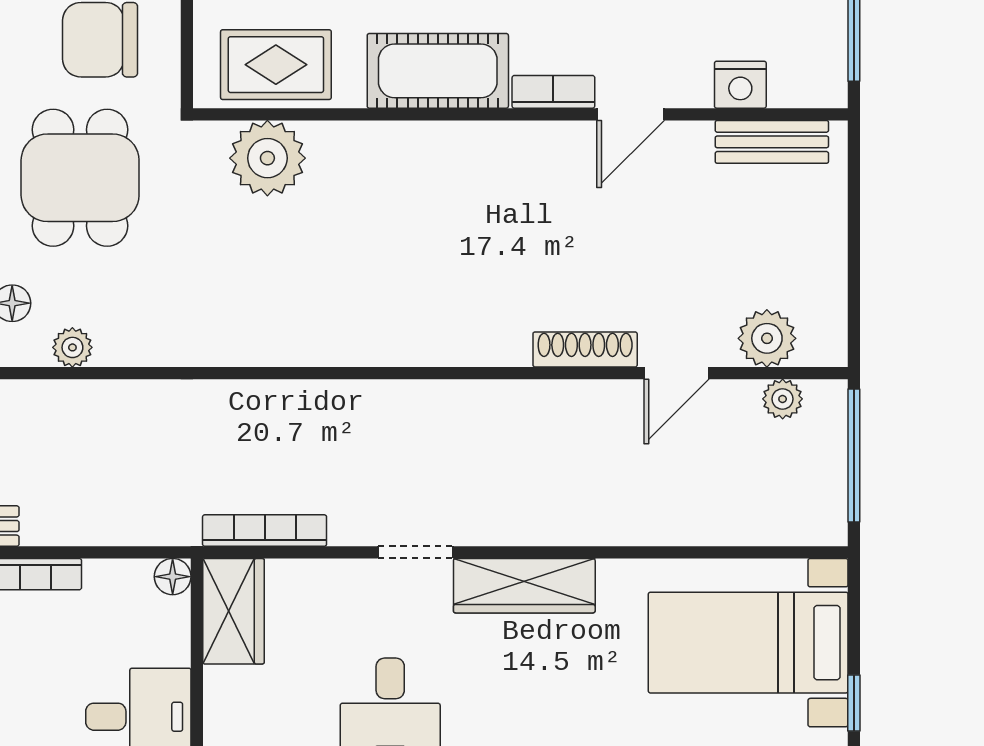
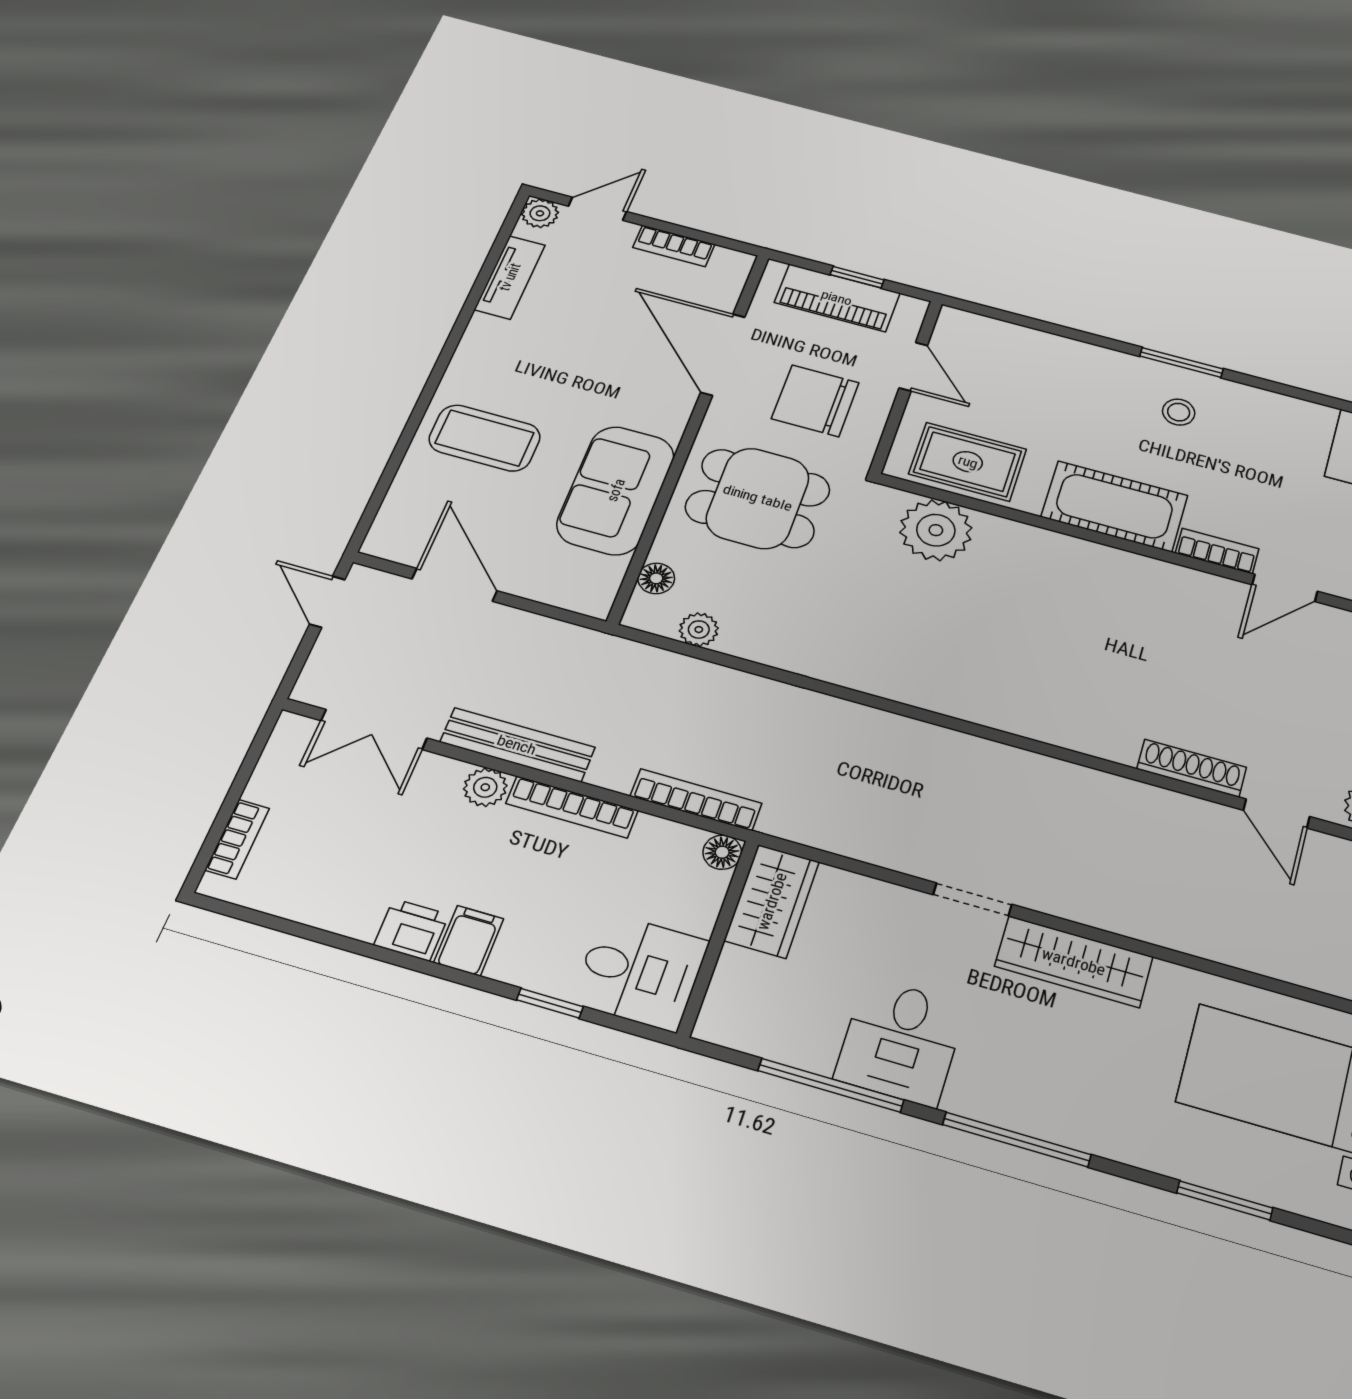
dining table: (80, 178) -> (758, 498), turned 90
door: (676, 373) -> (1277, 813), hinge flipped
bookcase: (265, 531) -> (696, 800), moved

